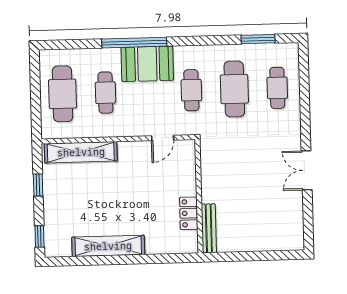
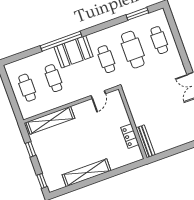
cafe table: (63, 94) -> (27, 88), width x0.73, depth x0.74

